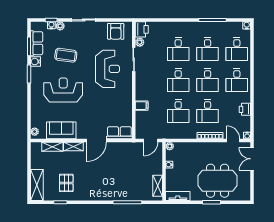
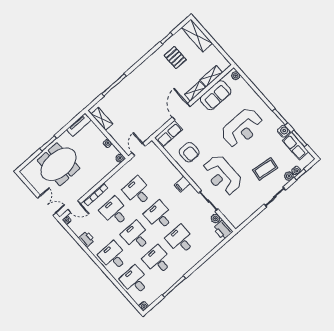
armchair: (116, 31) -> (189, 152), moved, turned 180
coffee table: (66, 55) -> (265, 169), moved
filing cabinet: (142, 106) -> (182, 184), moved

